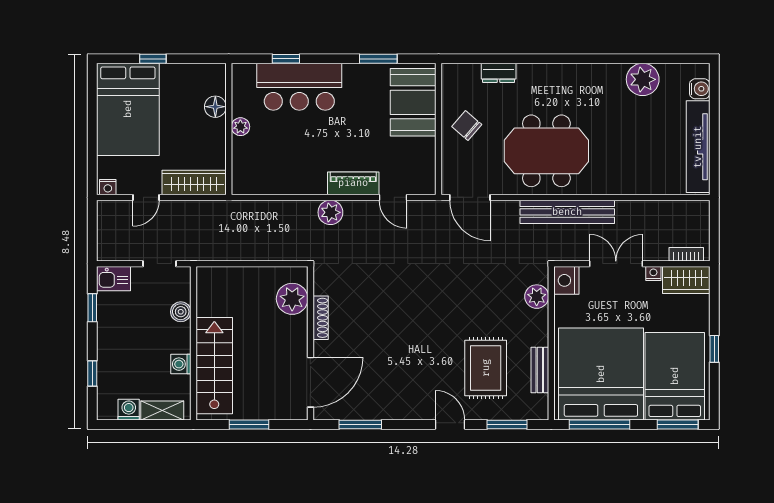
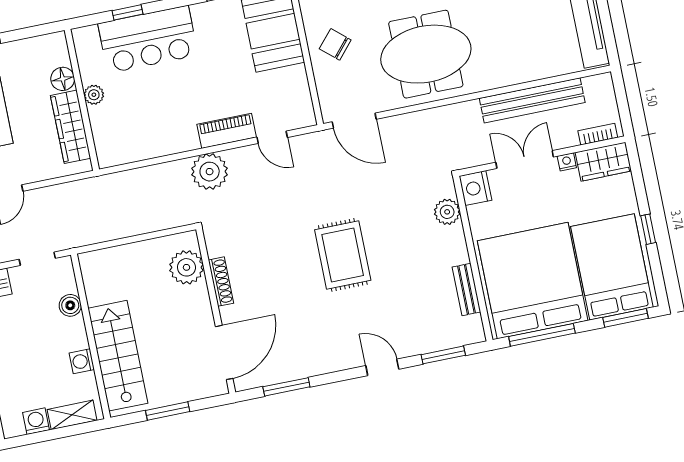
wardrobe: (194, 182) -> (71, 127), moved, turned -90
plant: (330, 212) -> (210, 172), width x1.36, depth x1.36
bench: (567, 212) -> (532, 100), moved
rug: (486, 368) -> (343, 255), moved

